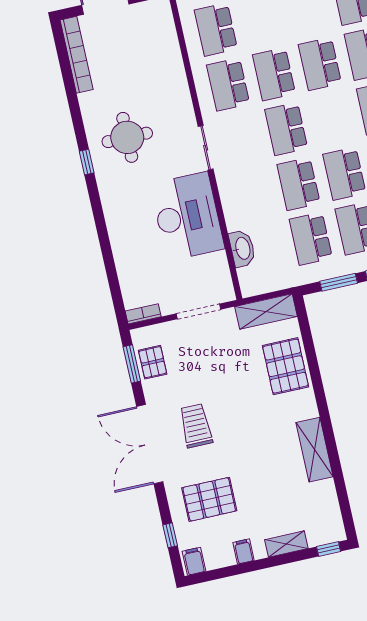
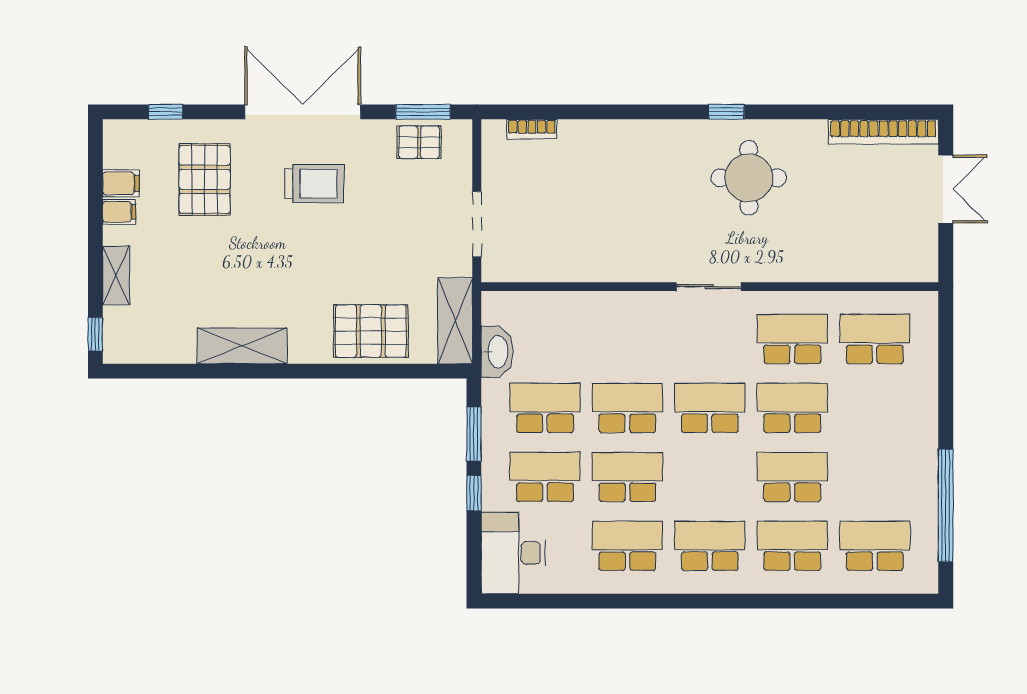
desk: (187, 216) -> (617, 238), removed
washbasin: (242, 248) -> (497, 352), moved, turned -90
bookcase: (143, 314) -> (532, 129), moved, turned 90
filing cabinet: (194, 561) -> (121, 183), moved

